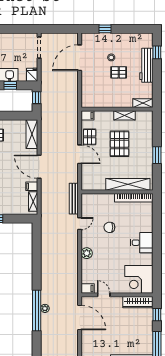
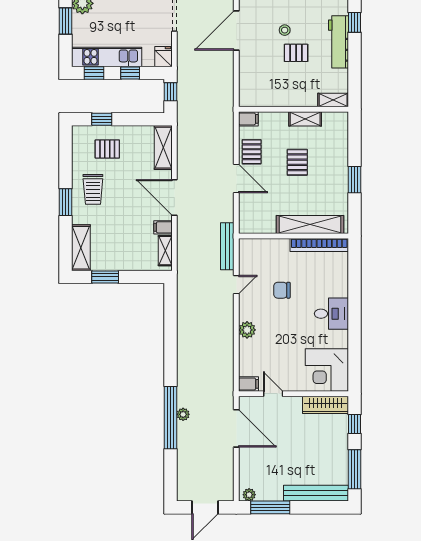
pallet: (119, 144) -> (297, 162), width x0.67, depth x0.71

